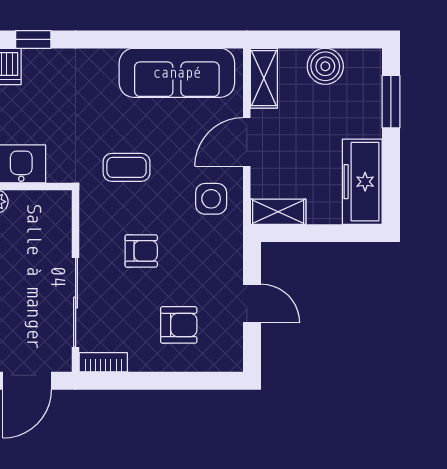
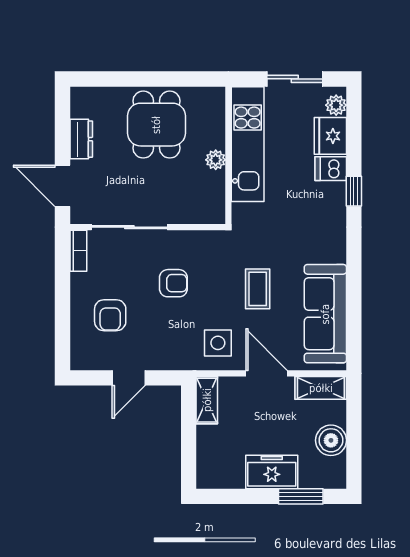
coffee table: (127, 167) -> (258, 289), moved
freezer: (362, 182) -> (272, 472), moved, width x0.71
armchair: (141, 251) -> (173, 283), turned -90

